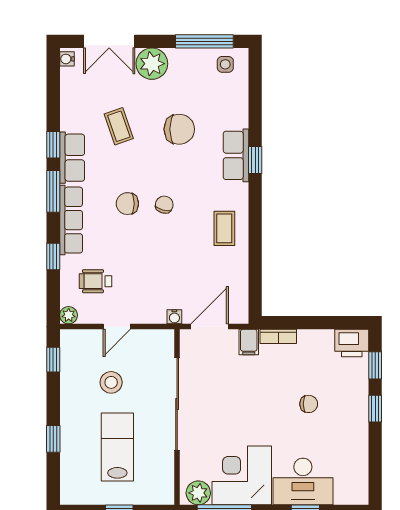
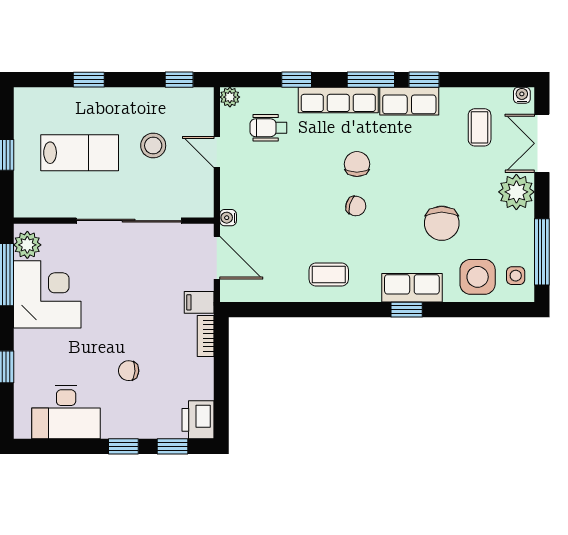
side table: (226, 98) -> (478, 277), added
coffee table: (119, 126) -> (480, 127), moved, turned -71
wheelchair: (96, 281) -> (269, 128), turned -90
chair: (309, 404) -> (129, 371), turned 94
desk: (303, 481) -> (66, 412), moved, turned -90

